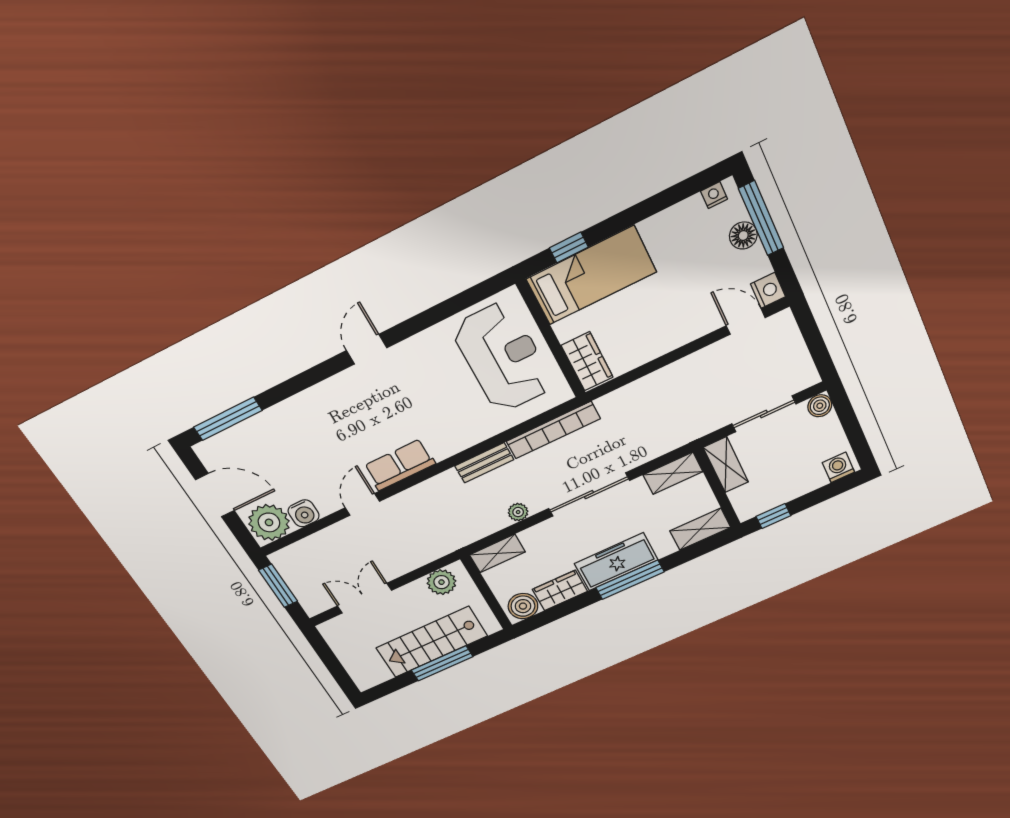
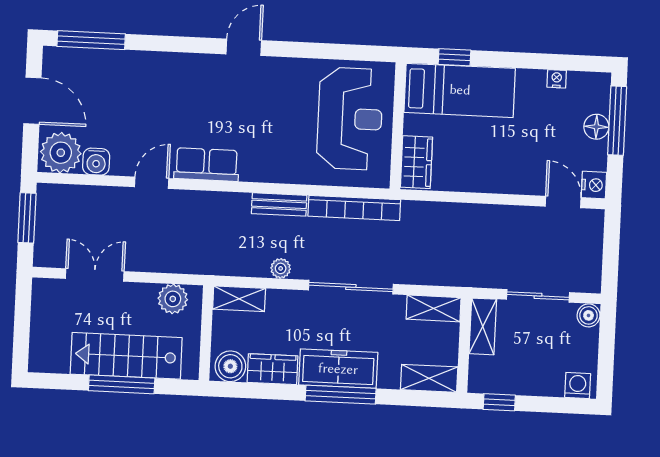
nightstand: (714, 195) -> (557, 79), moved

